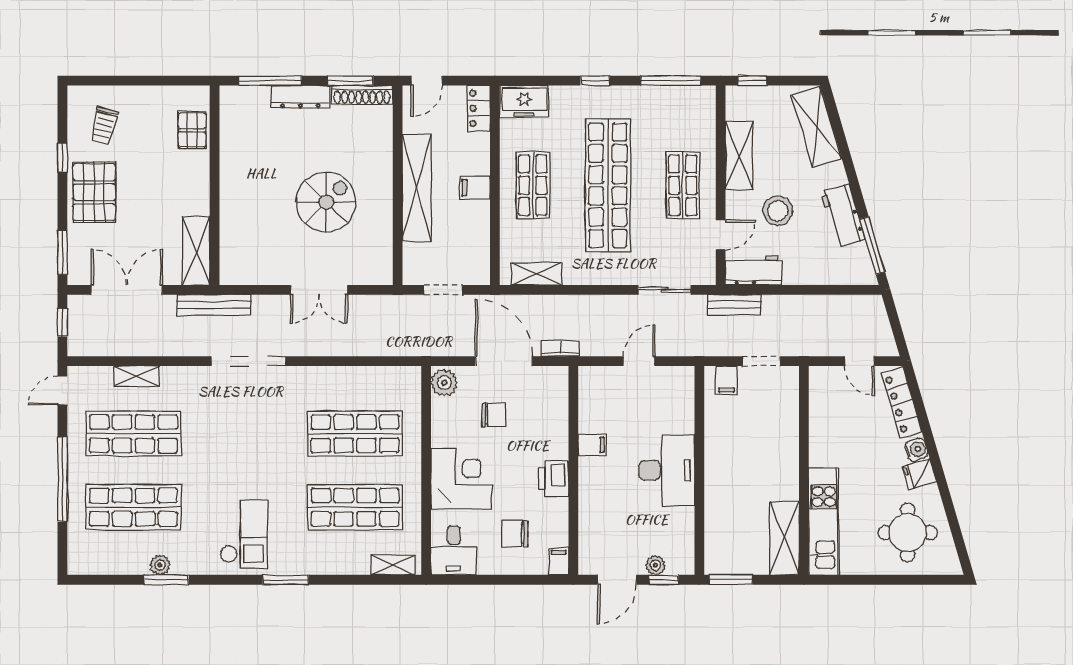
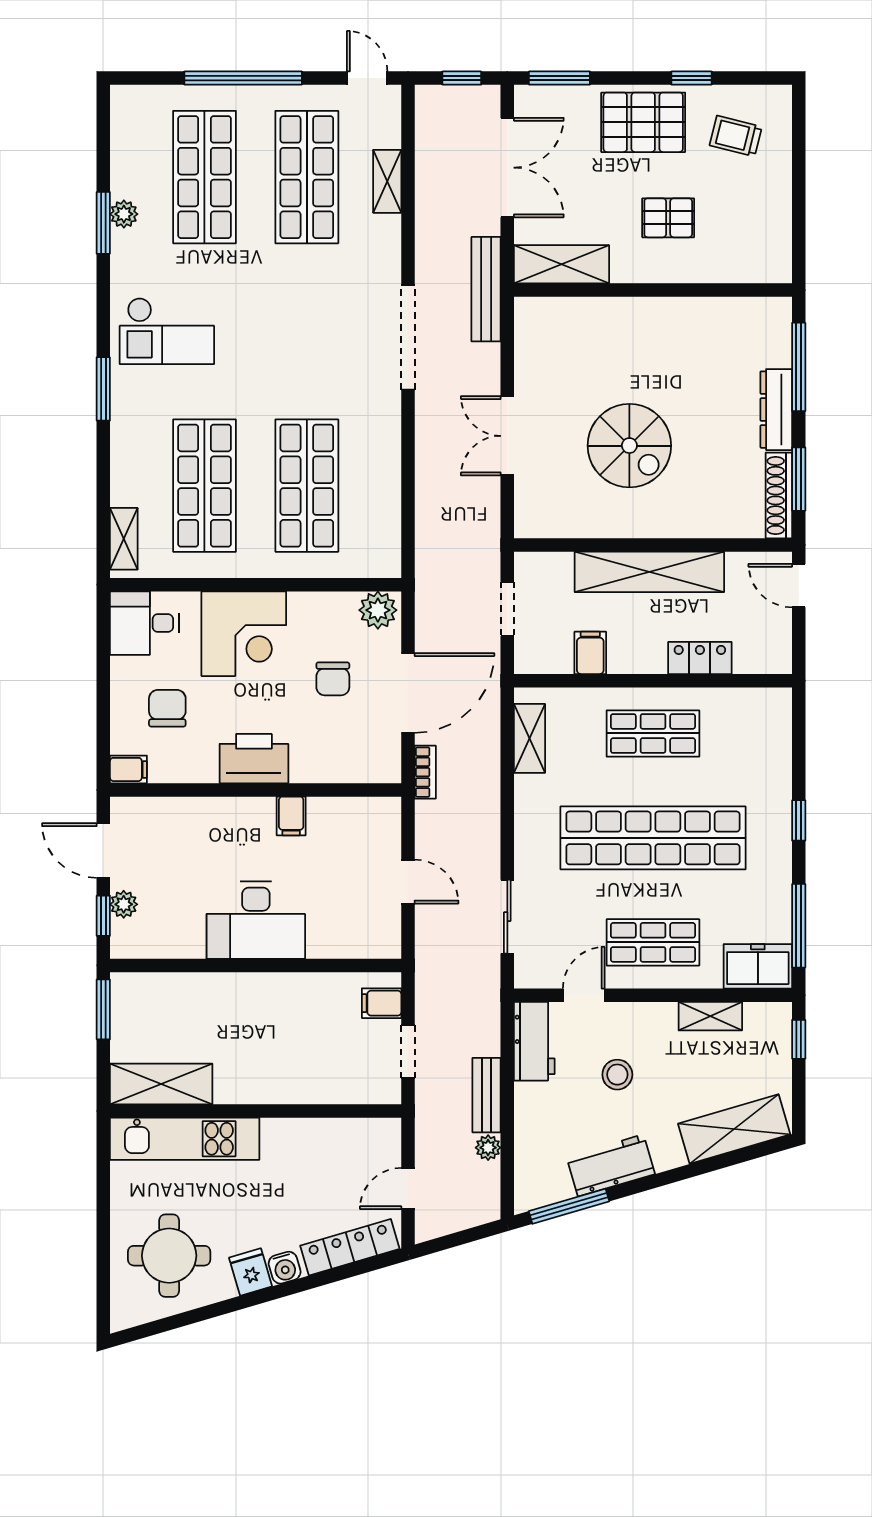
freezer: (524, 101) -> (758, 966), moved, turned 90
locker: (479, 108) -> (700, 658), moved
pallet: (192, 130) -> (668, 218), moved
shelving: (739, 155) -> (710, 1016), width x0.67, depth x0.75
filing cabinet: (475, 188) -> (590, 653), moved
stool: (778, 211) -> (617, 1075), width x0.73, depth x0.73
door: (721, 235) -> (584, 995), swing flipped
plant: (830, 304) -> (488, 1148), added
bench: (734, 305) -> (486, 1095), moved
printer: (554, 478) -> (254, 759), width x1.37, depth x1.19

